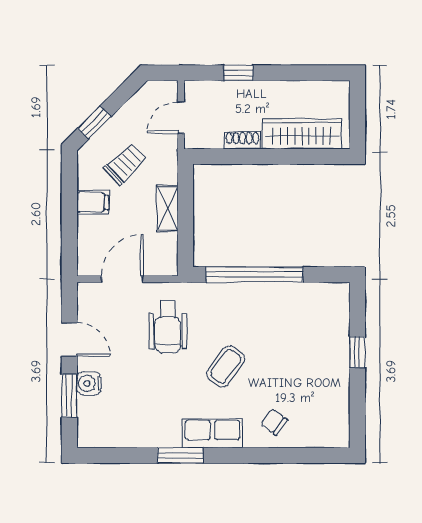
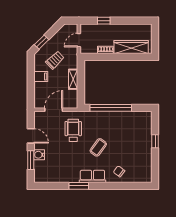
wheelchair: (168, 327) -> (73, 130), turned 180

